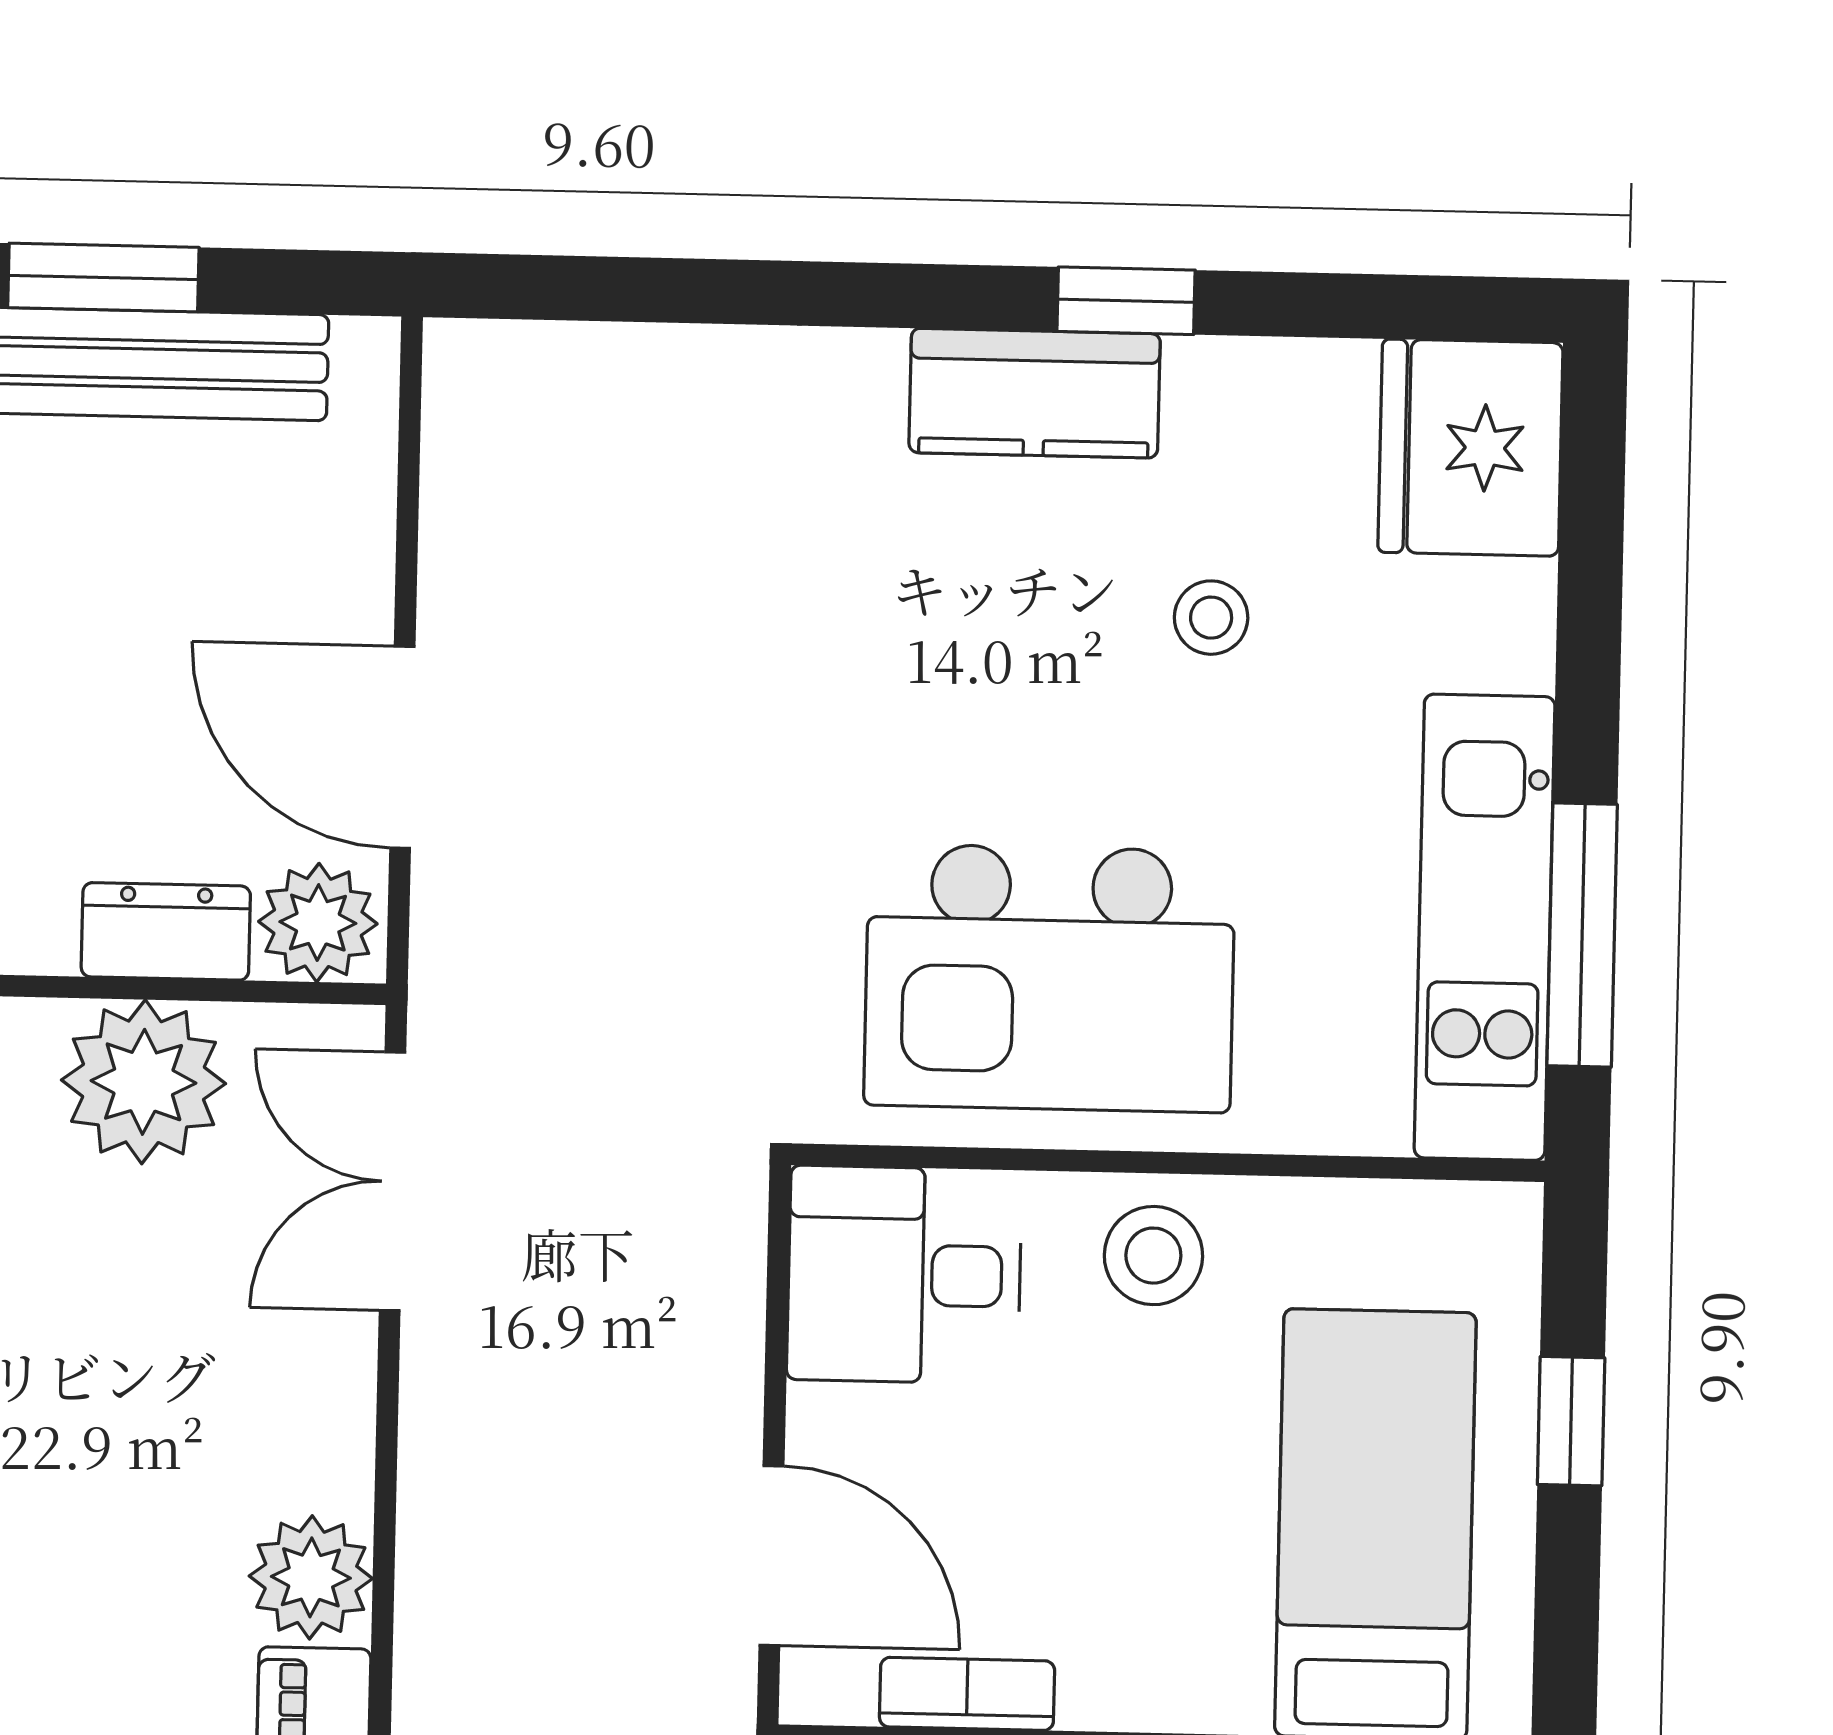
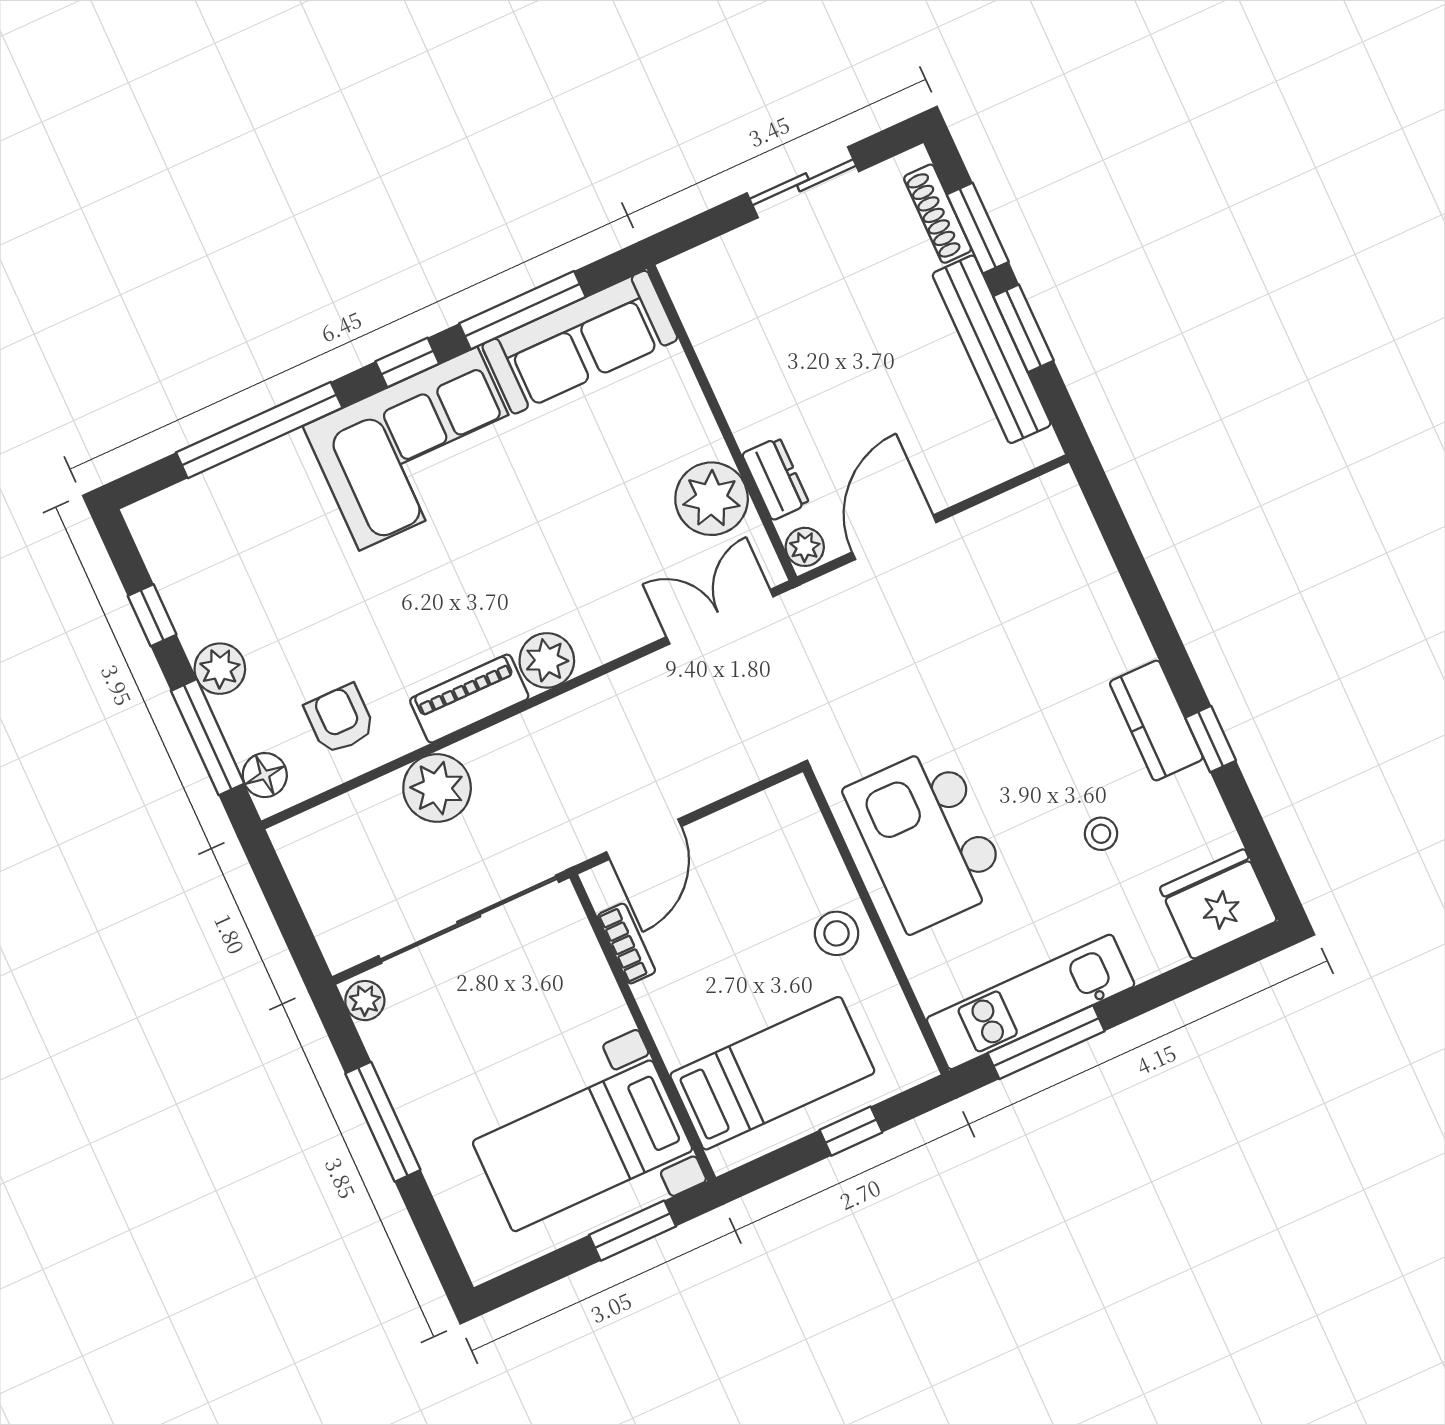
plant: (318, 923) -> (805, 547), width x0.73, depth x0.73
desk: (904, 1275) -> (781, 838), removed

